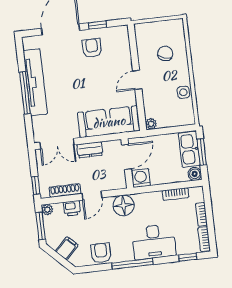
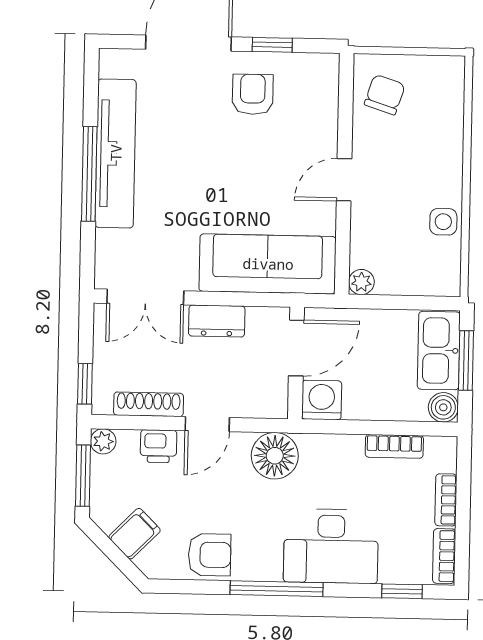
chair: (165, 53) -> (385, 95), moved
armchair: (101, 253) -> (209, 555), turned 90

